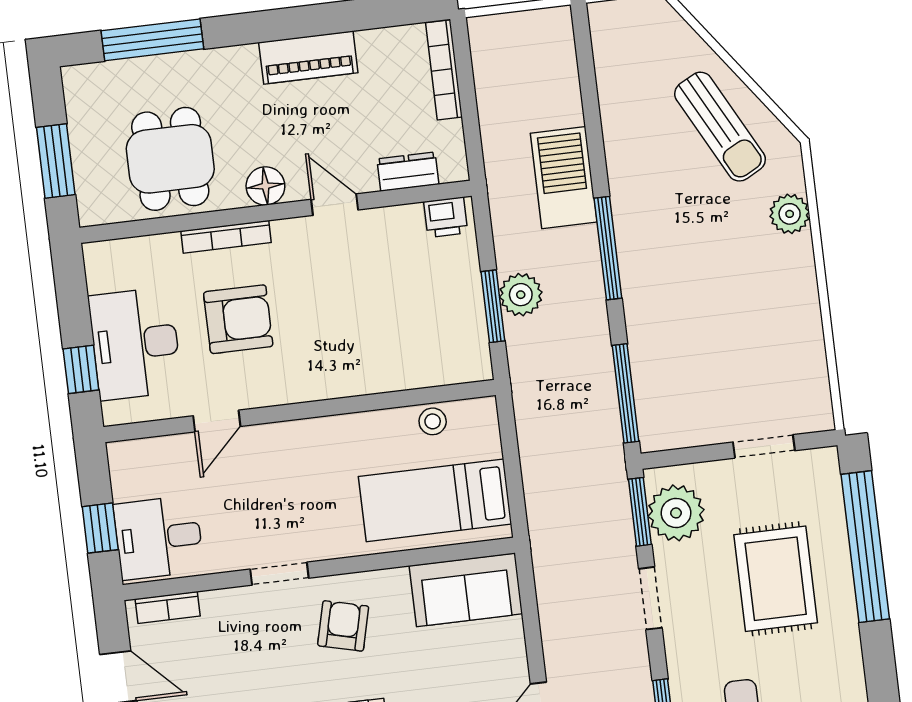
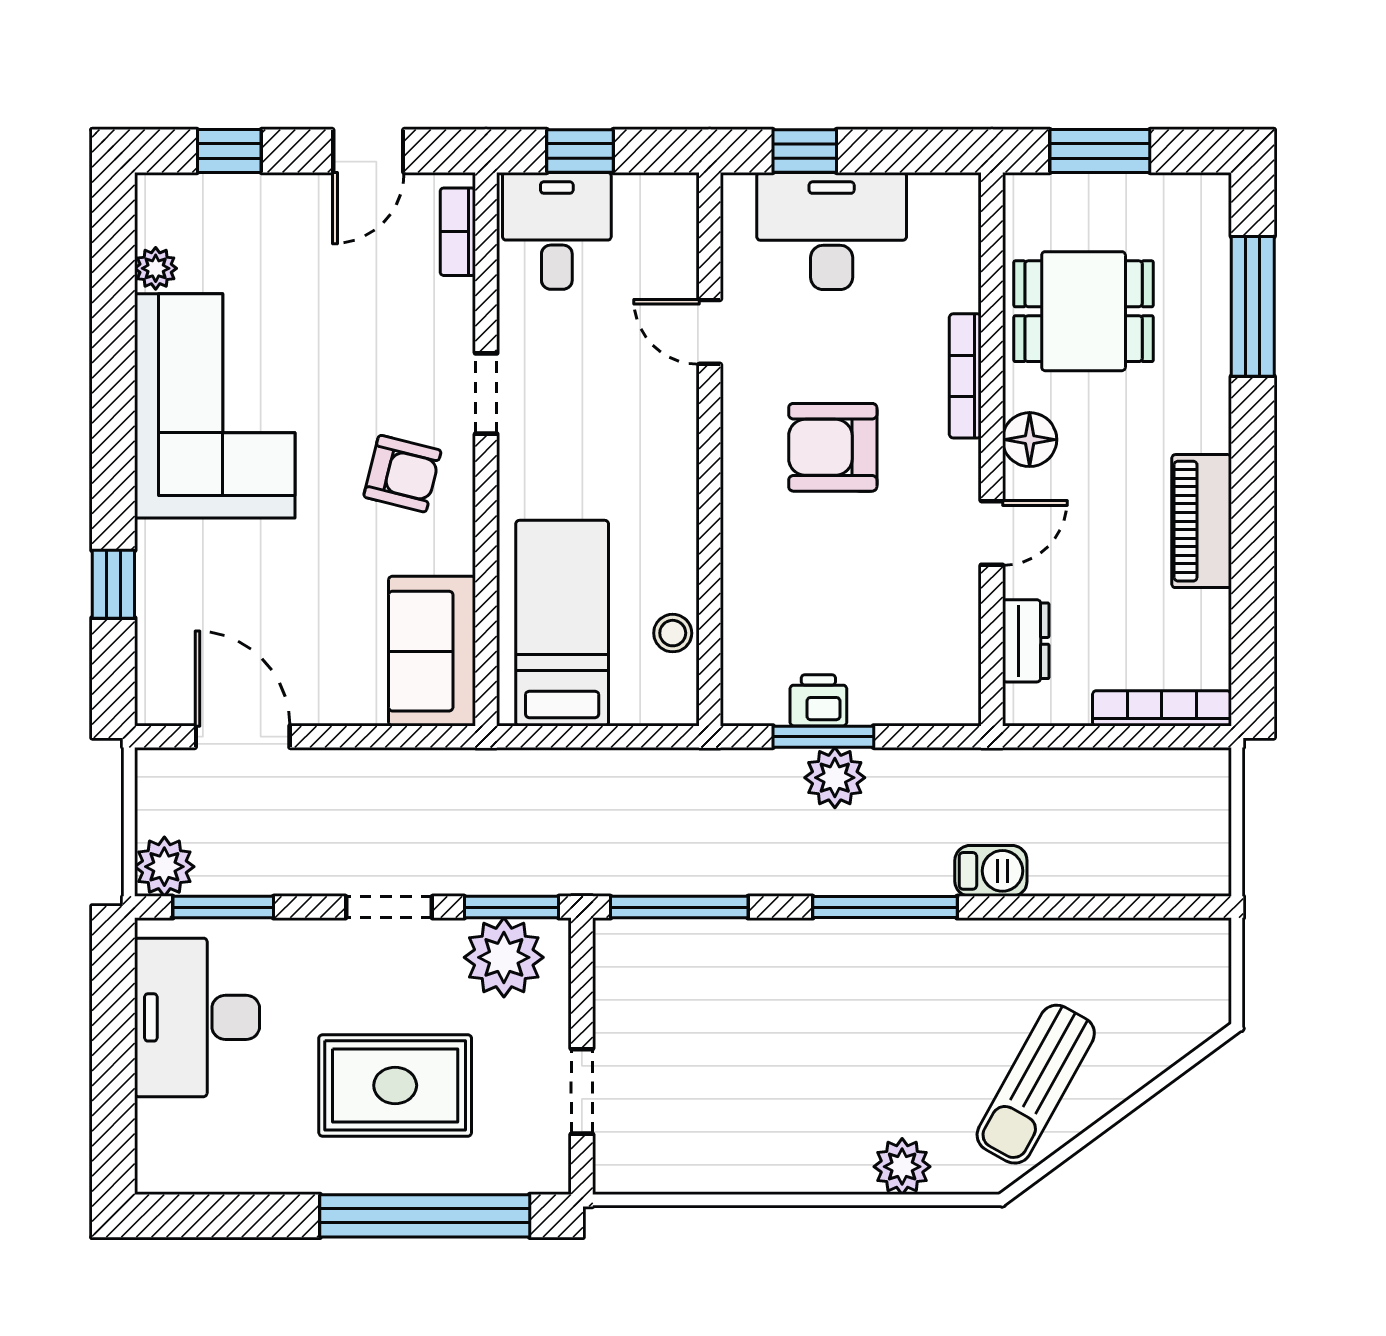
sun lounger: (720, 127) -> (1036, 1084), turned -33
barbecue: (564, 178) -> (991, 871), width x0.53, depth x0.65
printer: (446, 217) -> (818, 700), moved, turned 90
armchair: (238, 319) -> (833, 447), moved, turned 90

